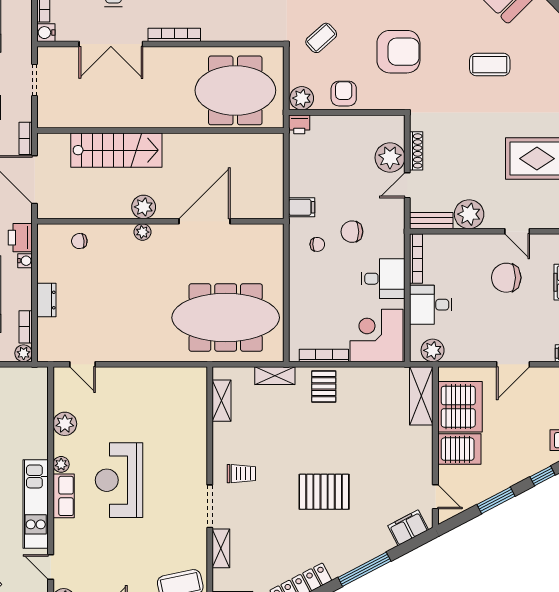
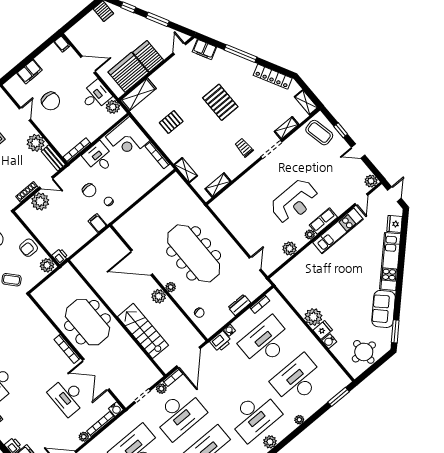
double door: (111, 44) -> (96, 375), swing flipped
meeting table: (235, 90) -> (87, 322), moved
desk: (431, 305) -> (96, 96), moved, turned -90
meeting table: (226, 318) -> (194, 253), moved
plant: (24, 353) -> (161, 389), moved
pallet: (324, 387) -> (171, 122), moved

